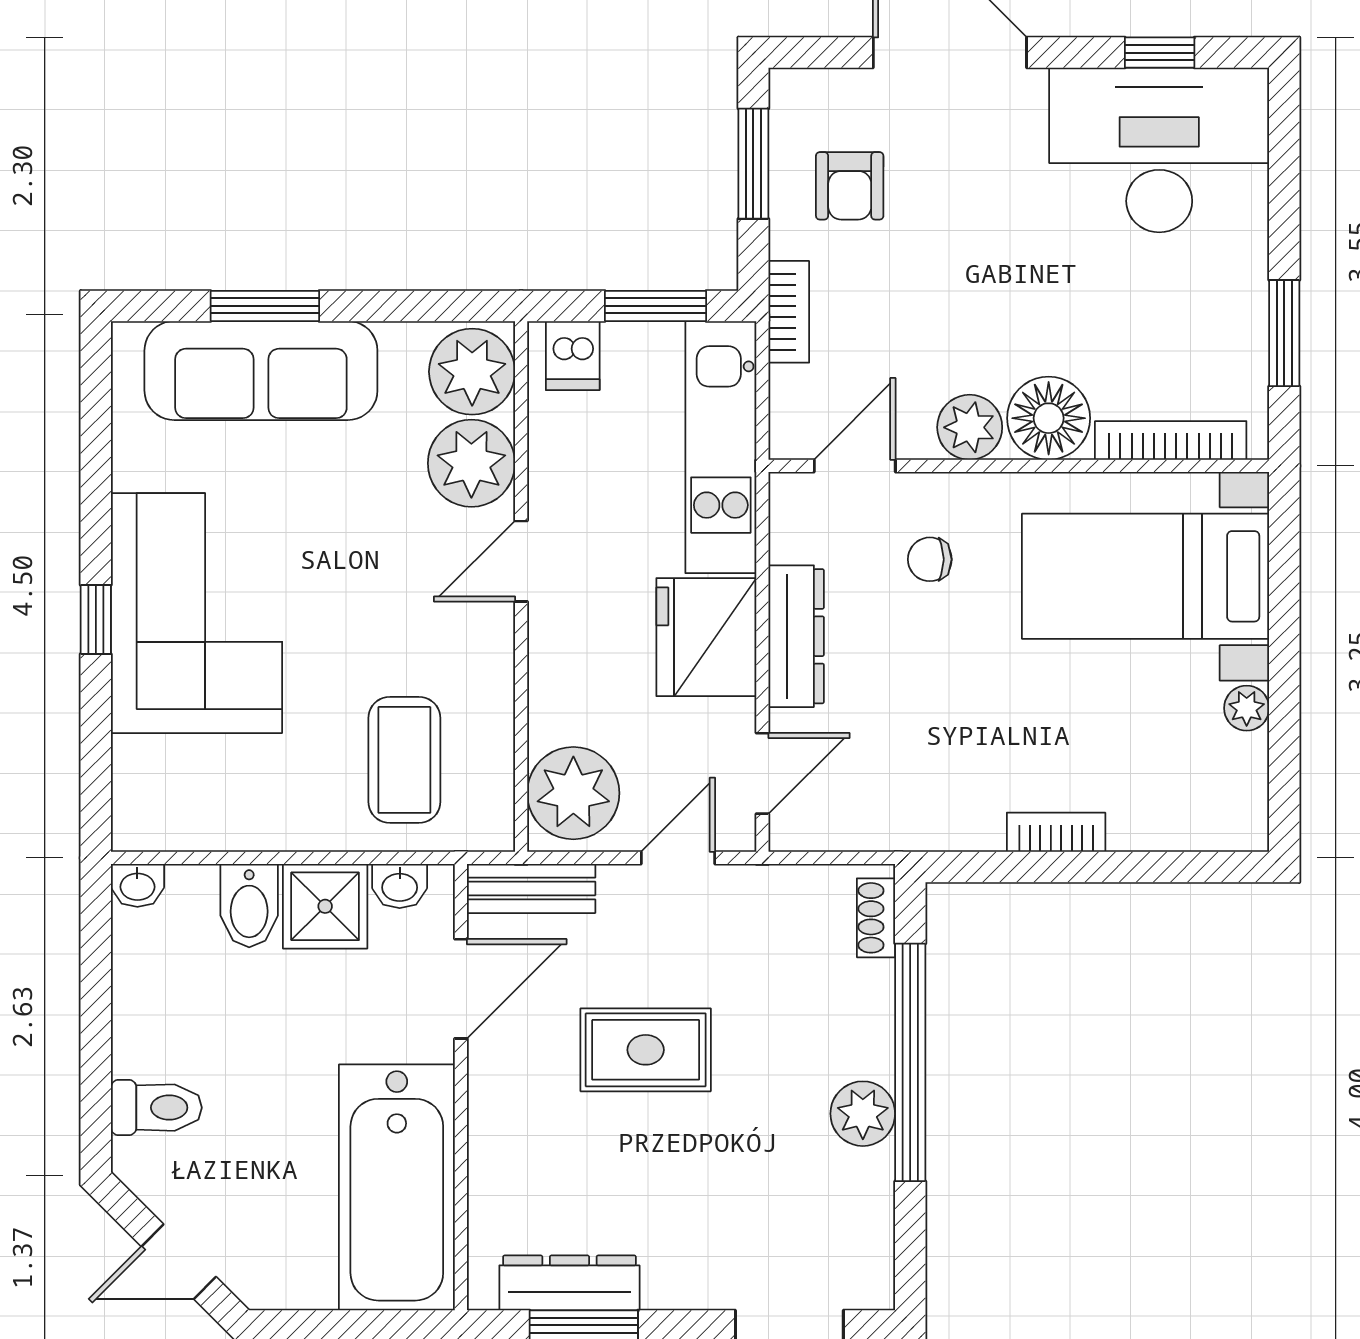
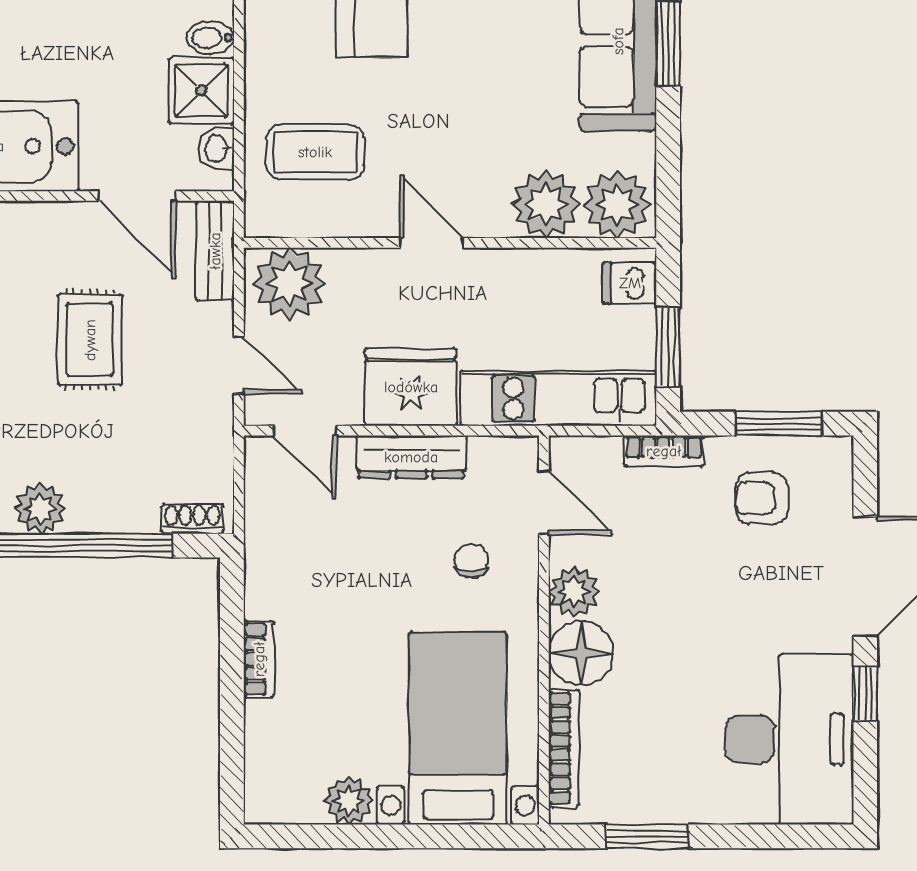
window: (1160, 53) -> (865, 694), moved
door: (521, 561) -> (431, 243), moved
plant: (1247, 708) -> (349, 801), width x1.38, depth x1.38
bidet: (249, 906) -> (210, 38), width x0.72, depth x0.74

